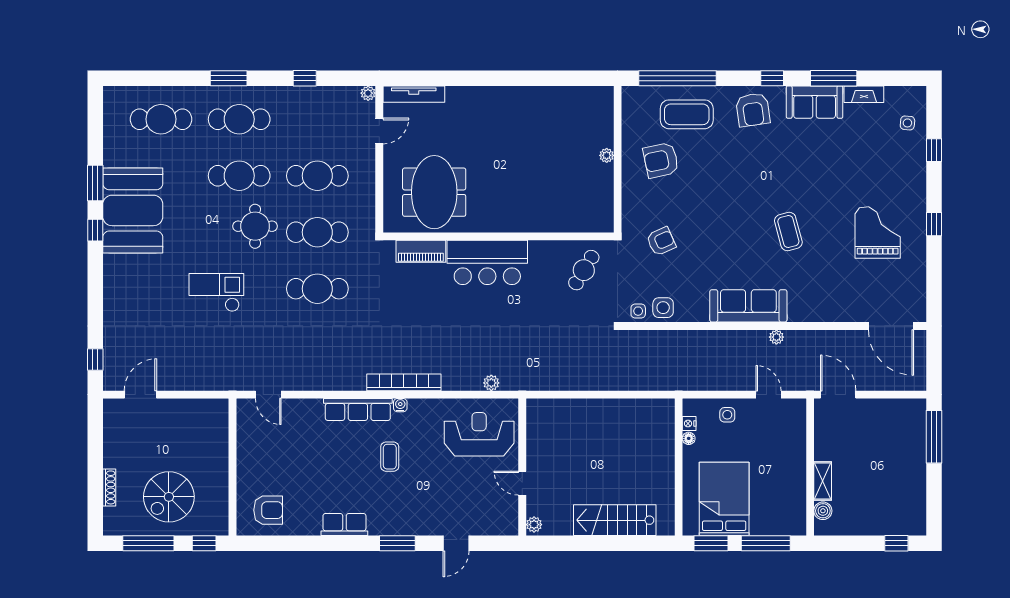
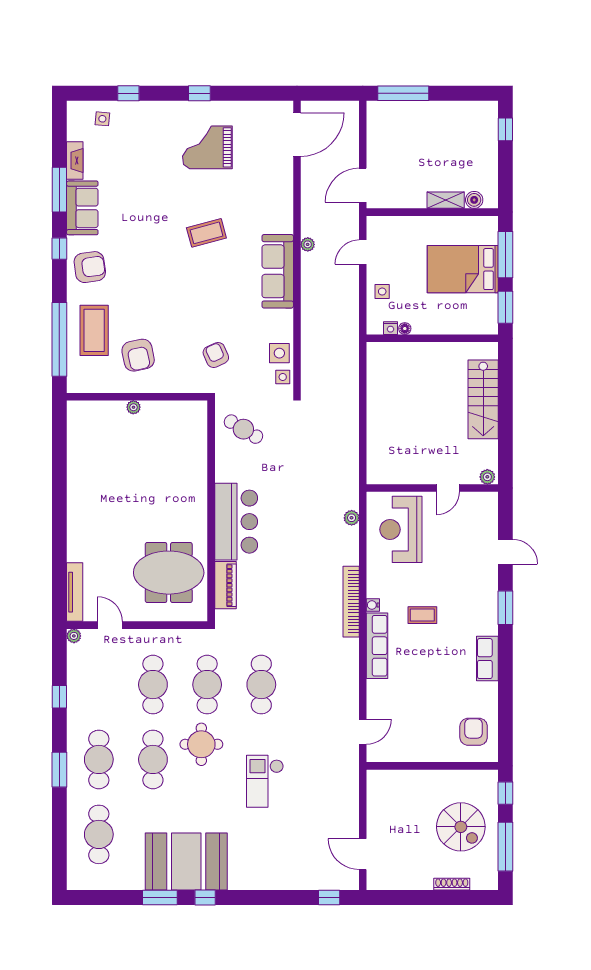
bed: (724, 499) -> (463, 269), moved

